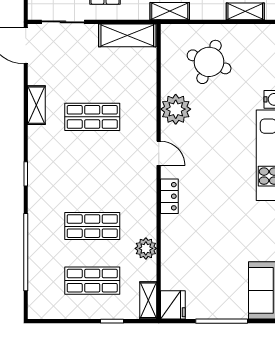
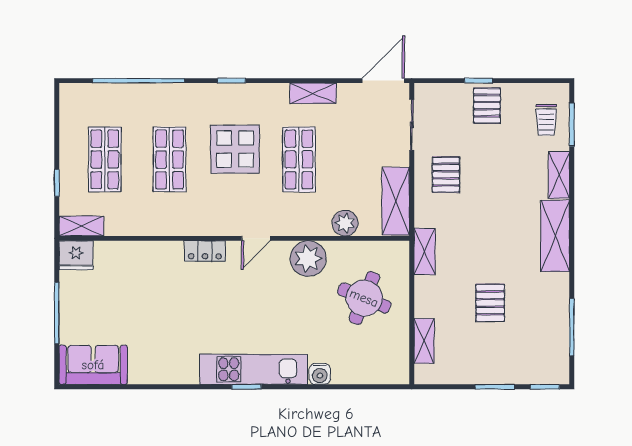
display table: (84, 171) -> (235, 149), added
plant: (146, 248) -> (345, 223), moved

